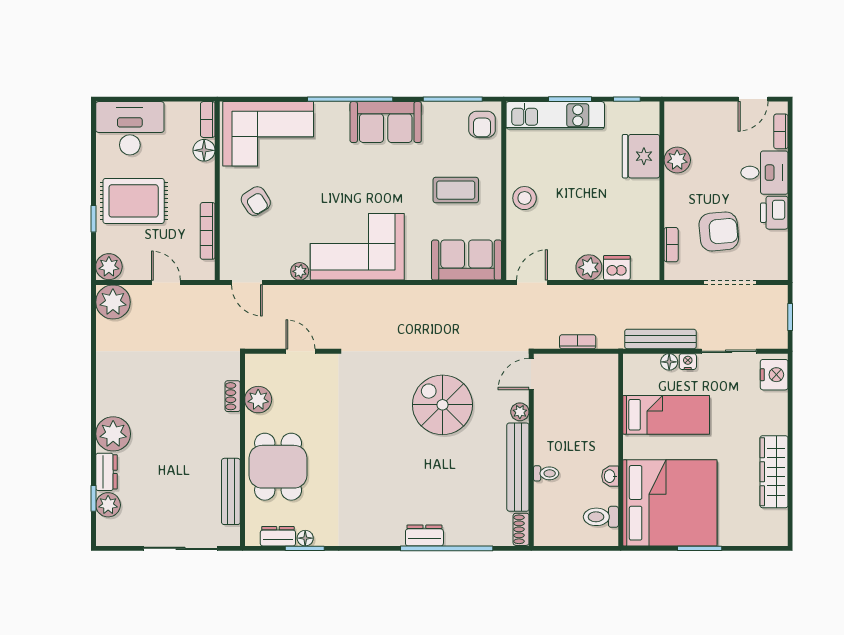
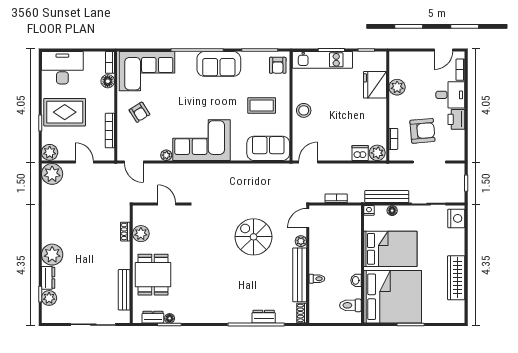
plant: (589, 267) -> (377, 153), moved
nightstand: (688, 362) -> (369, 210), moved
bed: (666, 415) -> (390, 249), width x1.50
dresser: (424, 535) -> (264, 317), moved

